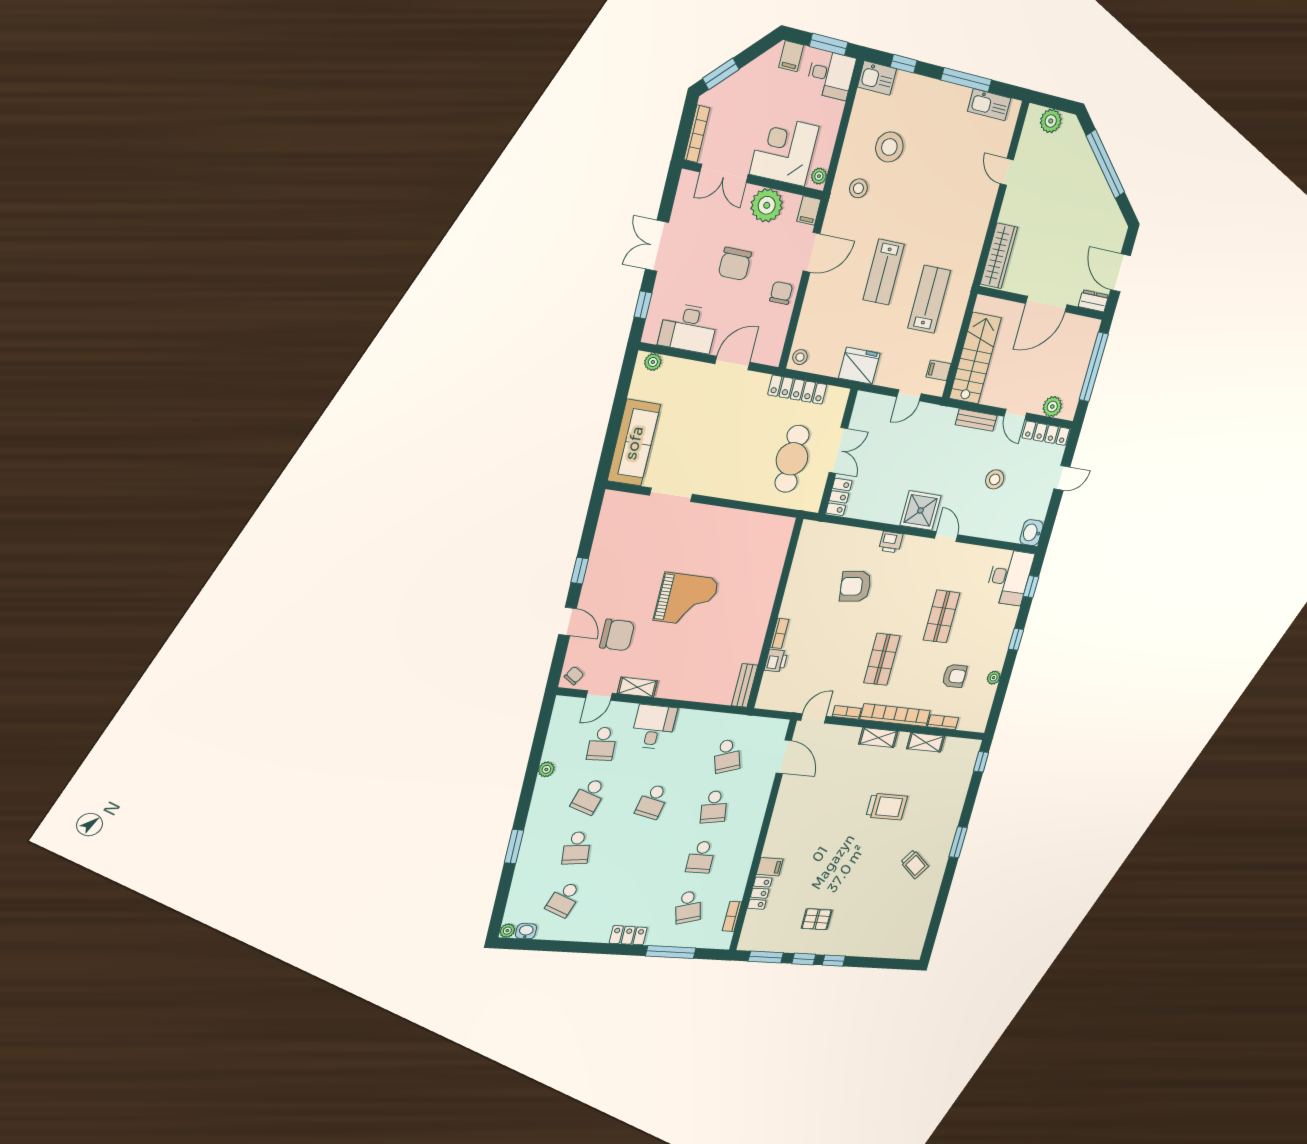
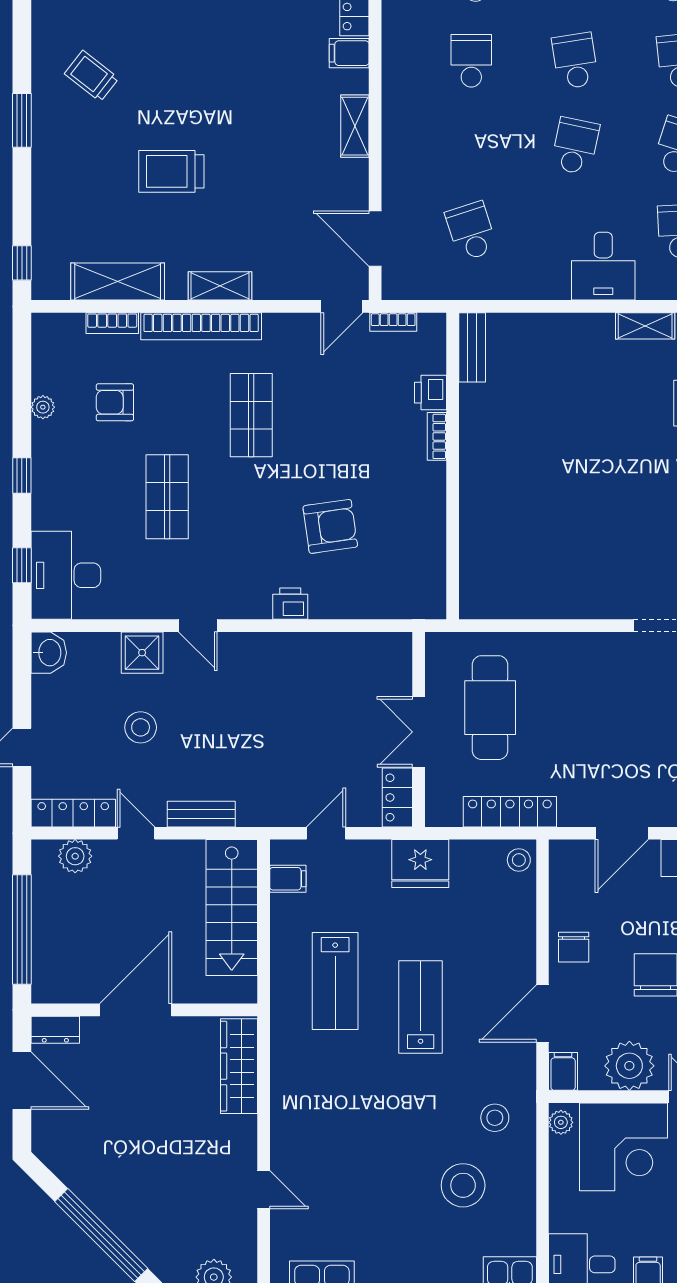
locker: (839, 497) -> (397, 797), moved
shower: (921, 510) -> (142, 653), moved, width x0.73, depth x0.73
grand piano: (686, 600) -> (602, 471), removed
bookcase: (847, 712) -> (393, 322), moved
shelving: (926, 742) -> (118, 282), width x1.50, depth x1.33
school desk: (714, 807) -> (575, 61), moved
shelving: (778, 824) -> (355, 126), added

